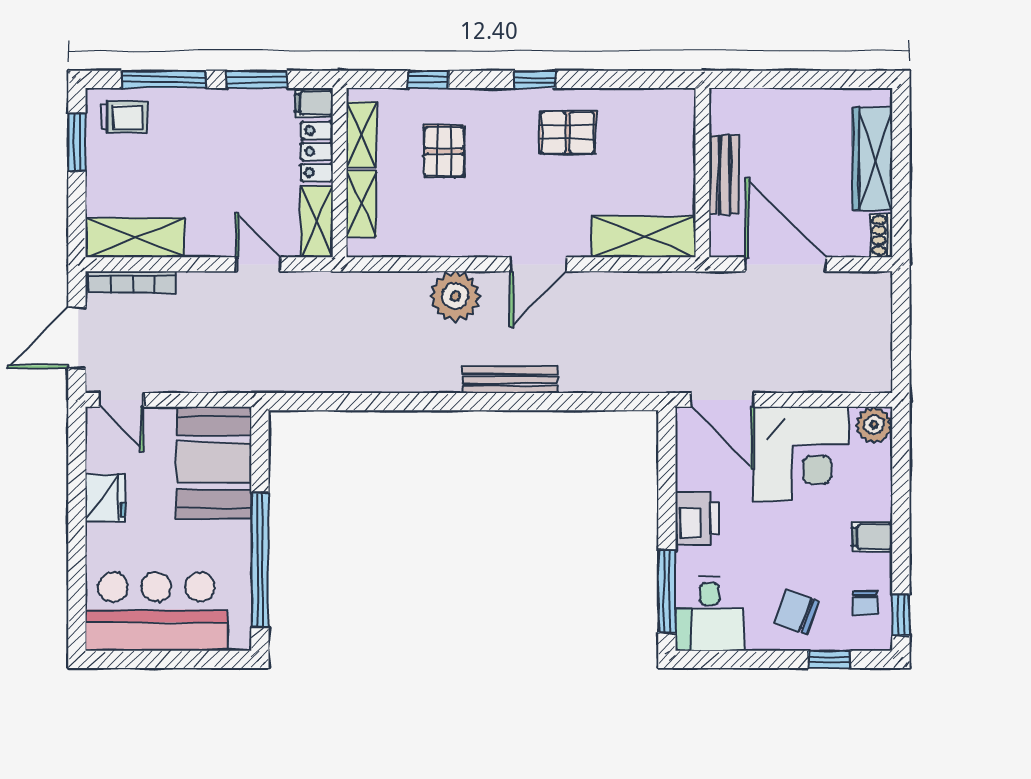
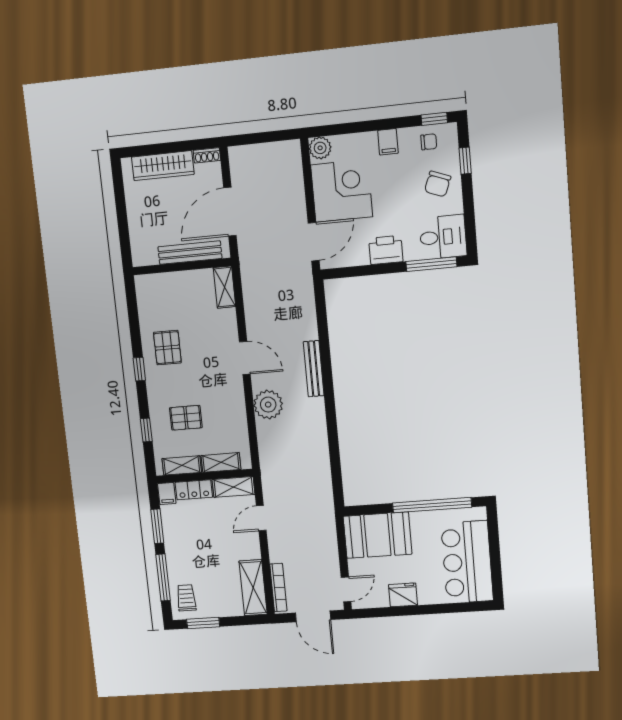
bench: (724, 175) -> (190, 253), width x1.36
shelving: (644, 237) -> (224, 287), width x0.67, depth x0.75

